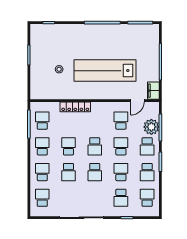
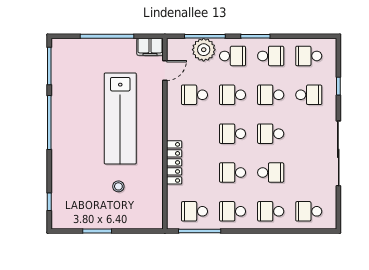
door: (137, 101) -> (165, 71), hinge flipped
school desk: (95, 146) -> (233, 134), turned 180
school desk: (95, 172) -> (271, 134), turned 180

